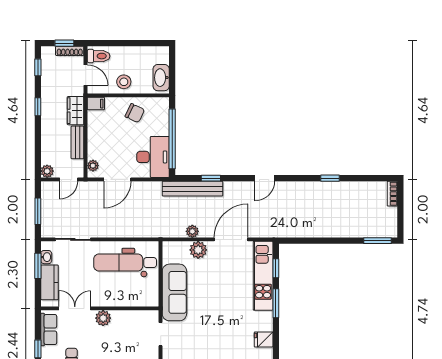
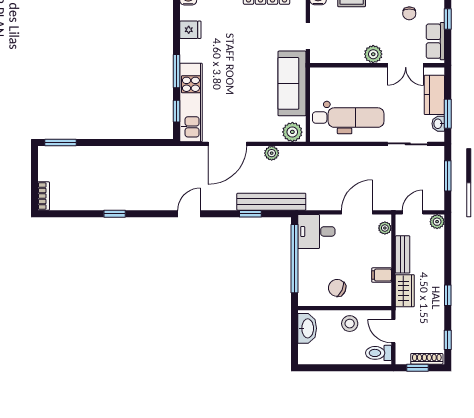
shoe rack: (70, 51) -> (427, 359), moved
filing cabinet: (96, 104) -> (382, 275), moved
desk: (153, 157) -> (316, 231), width x0.73
plant: (198, 250) -> (292, 132), moved

